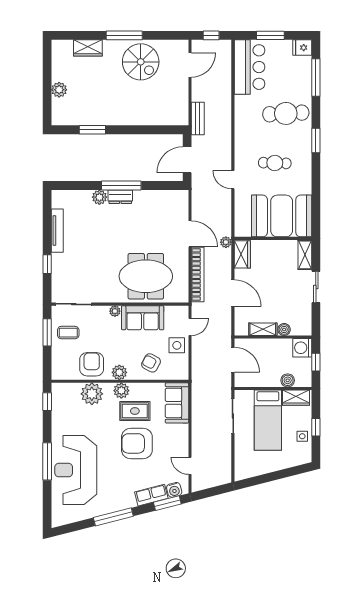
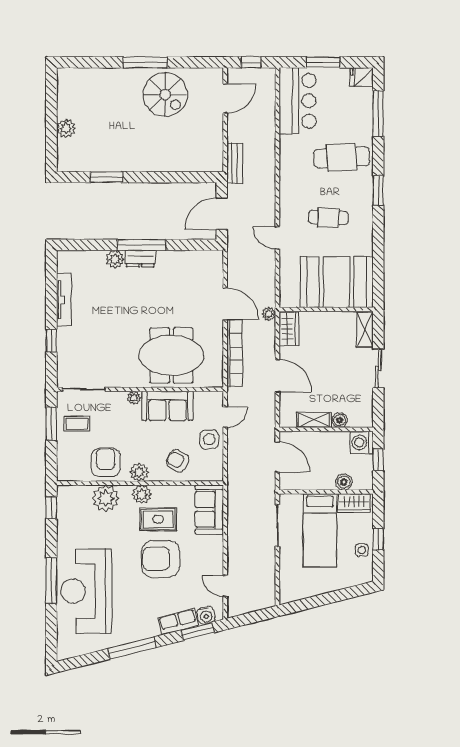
wardrobe: (88, 48) -> (101, 78), removed

